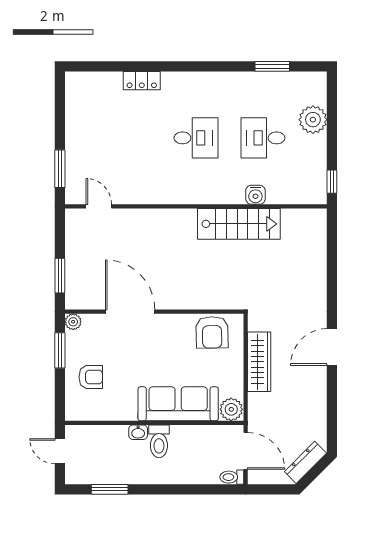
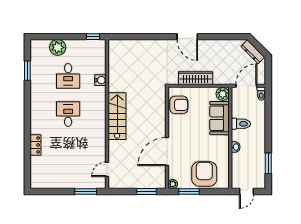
stairs: (239, 224) -> (117, 116), moved
armchair: (91, 377) -> (204, 174), width x1.88, depth x1.88
sofa: (178, 404) -> (220, 118), width x0.73
toilet: (159, 441) -> (241, 124), moved

